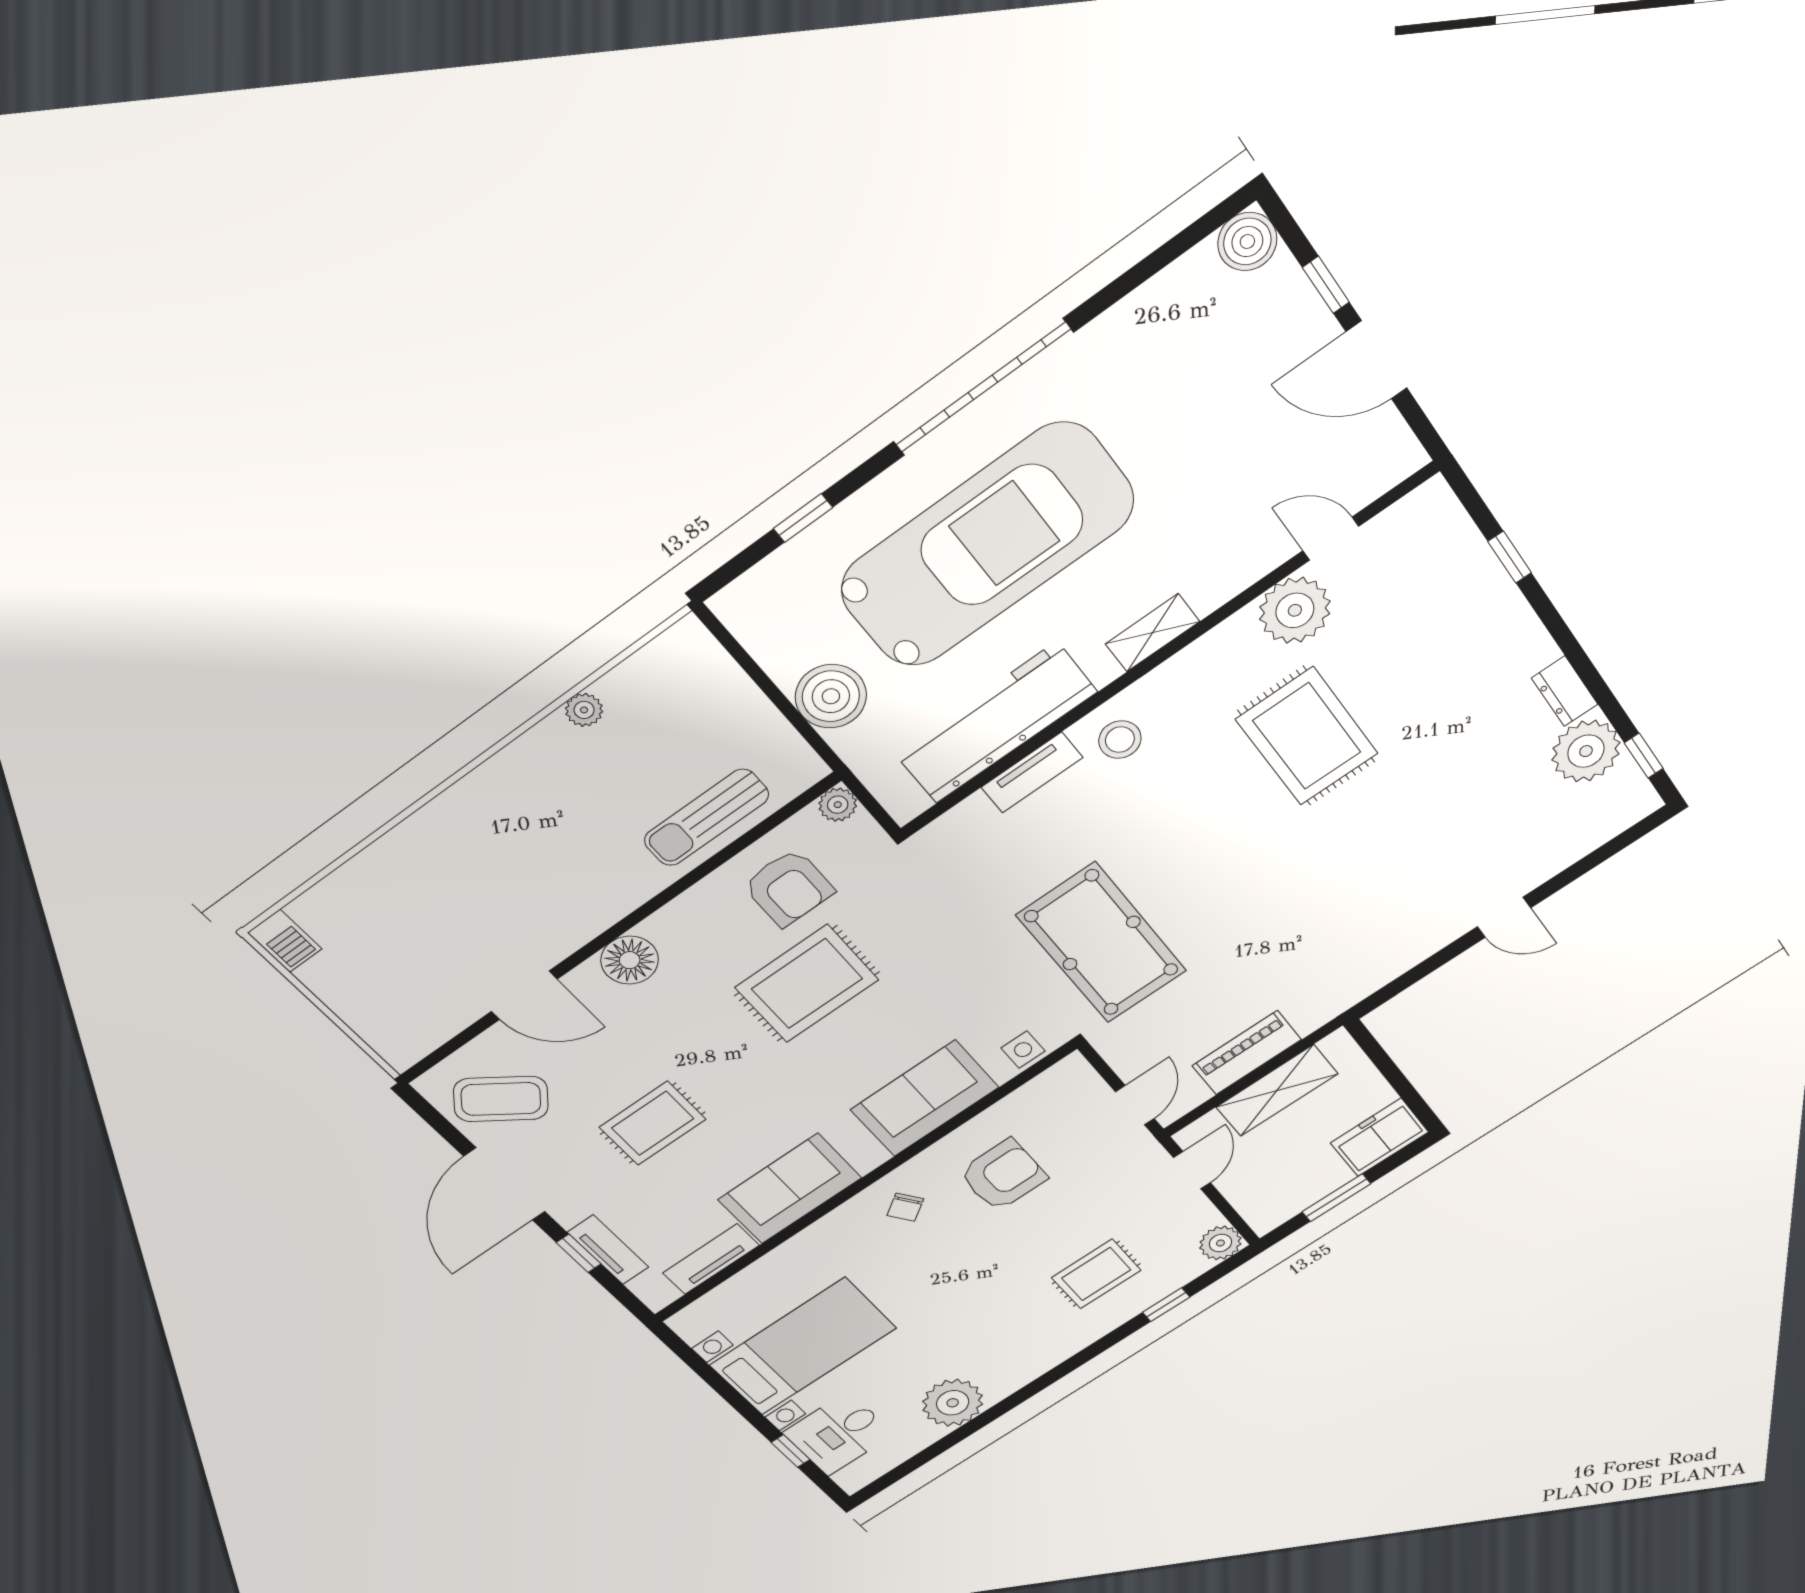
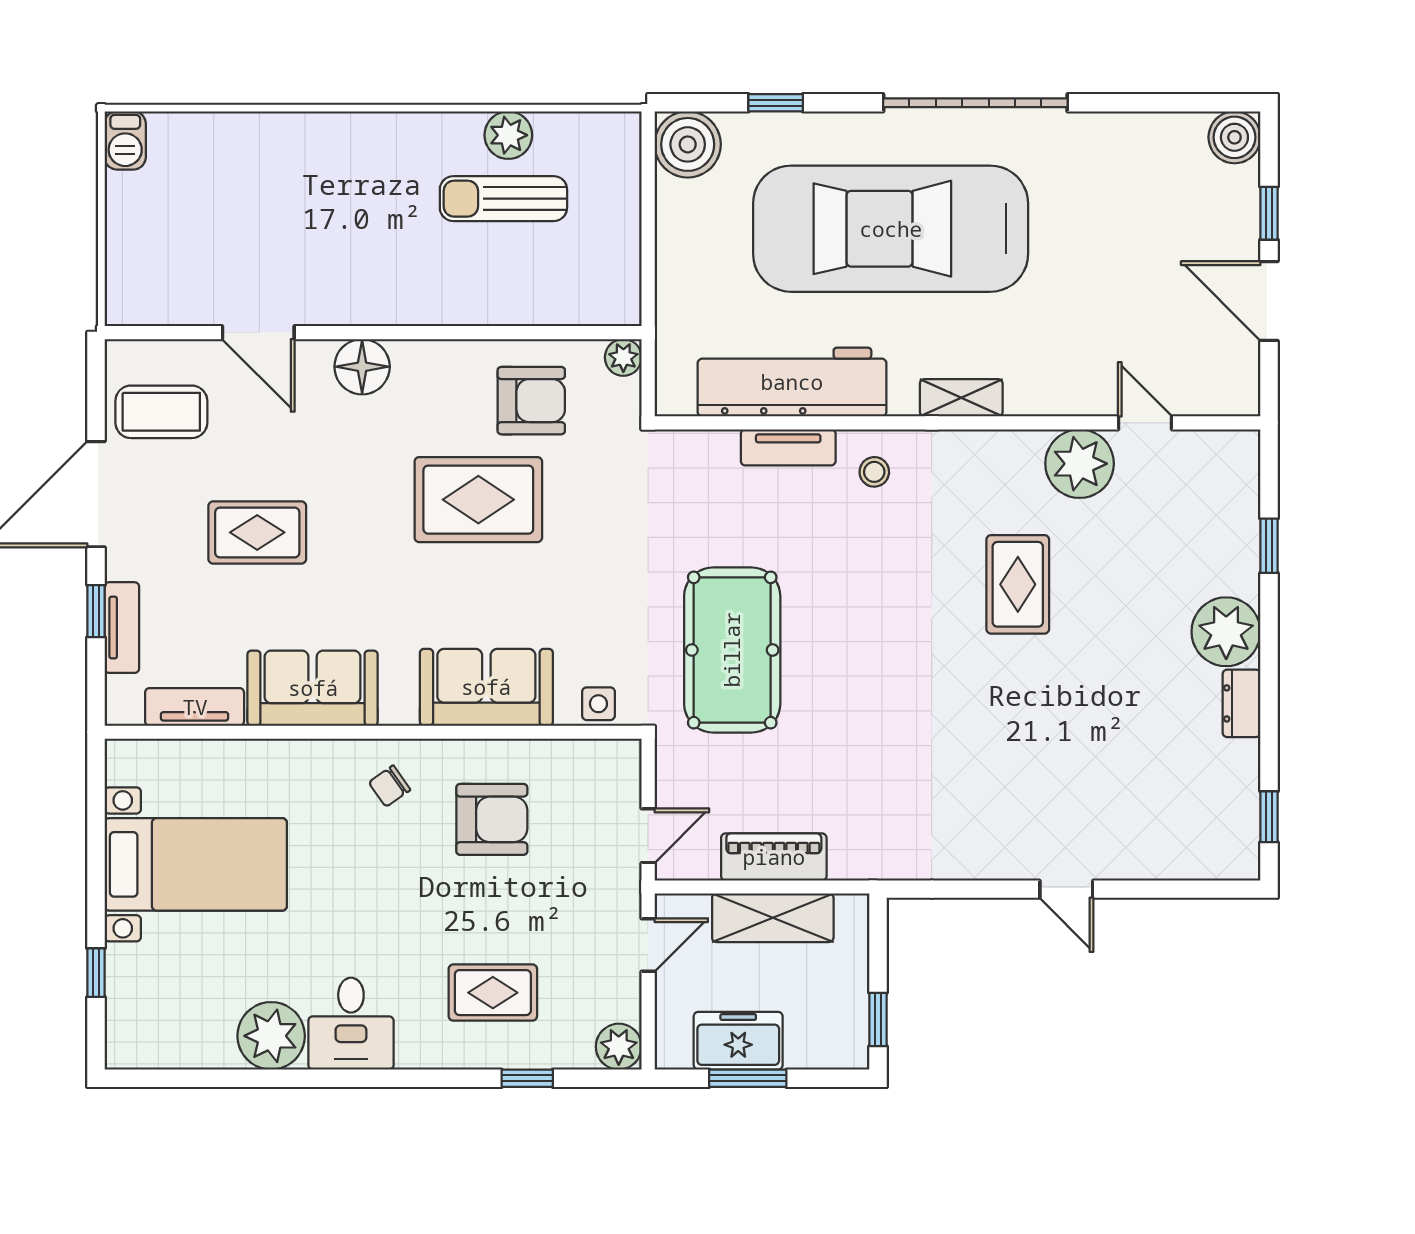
car: (987, 546) -> (891, 229), turned 180
boiler: (831, 696) -> (688, 144), moved
plant: (584, 710) -> (508, 135), width x1.38, depth x1.38
rug: (1307, 736) -> (1018, 584), width x0.73, depth x0.70
stool: (1120, 740) -> (874, 472), width x0.73, depth x0.73
plant: (1586, 751) -> (1226, 632), moved
sun lounger: (706, 818) -> (503, 199), moved
armchair: (789, 888) -> (531, 401), turned -90
window: (1412, 1098) -> (878, 1019), added
coffee table: (501, 1099) -> (161, 412), turned -38
freezer: (1379, 1137) -> (738, 1041), moved
desk: (838, 1434) -> (351, 1024), moved, turned -90

